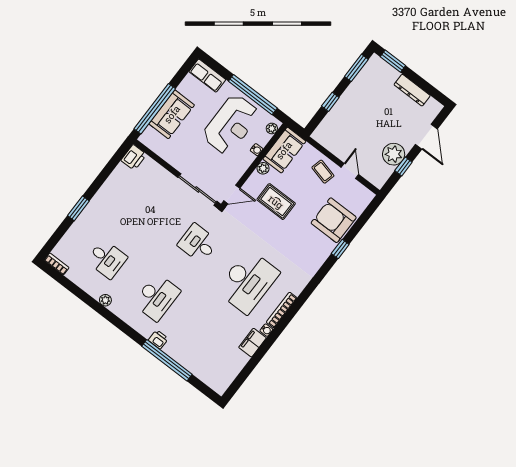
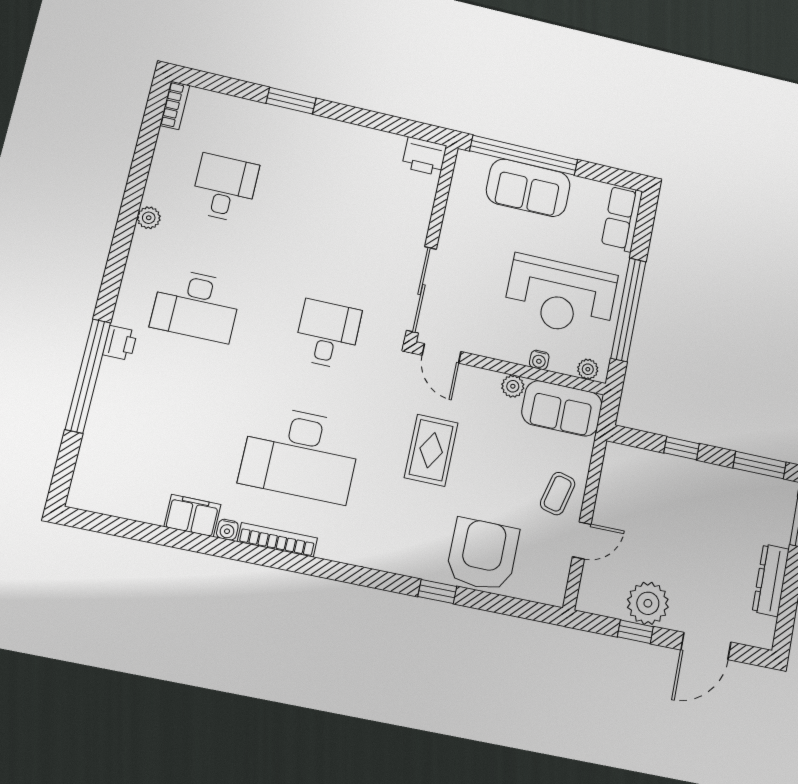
rug: (276, 202) -> (431, 450), moved
desk: (107, 259) -> (224, 188), turned 180

